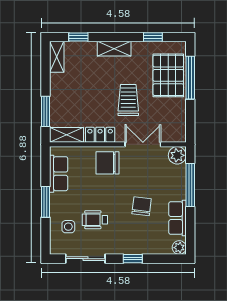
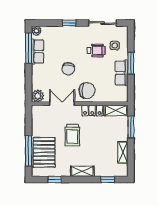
shelving: (57, 57) -> (123, 152), moved
double door: (143, 144) -> (62, 104), swing flipped
row of seats: (59, 174) -> (122, 73), moved
window: (190, 185) -> (29, 48), moved
chair: (142, 206) -> (68, 69), moved

